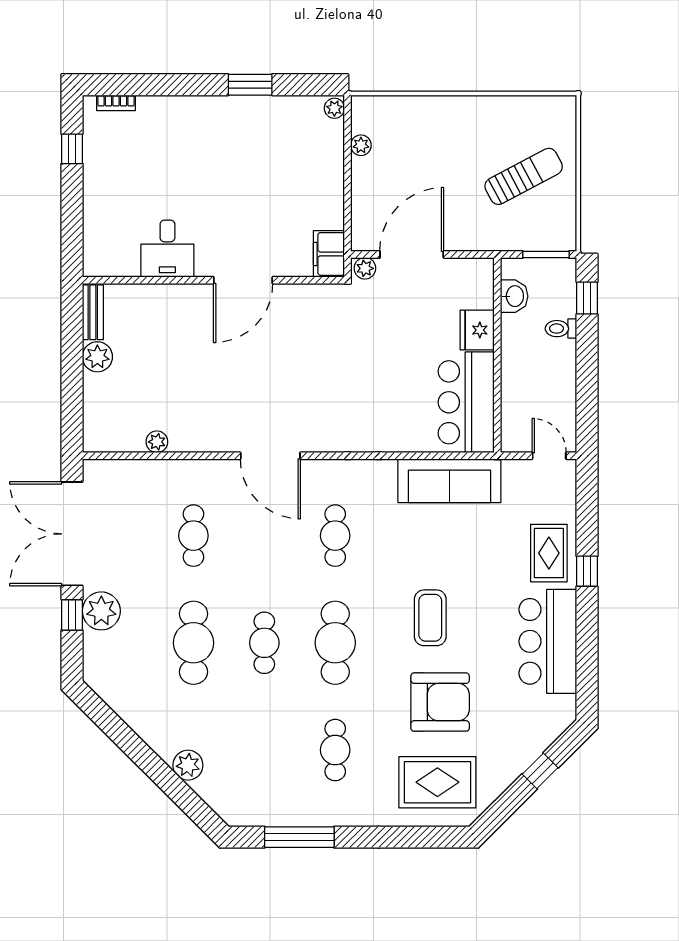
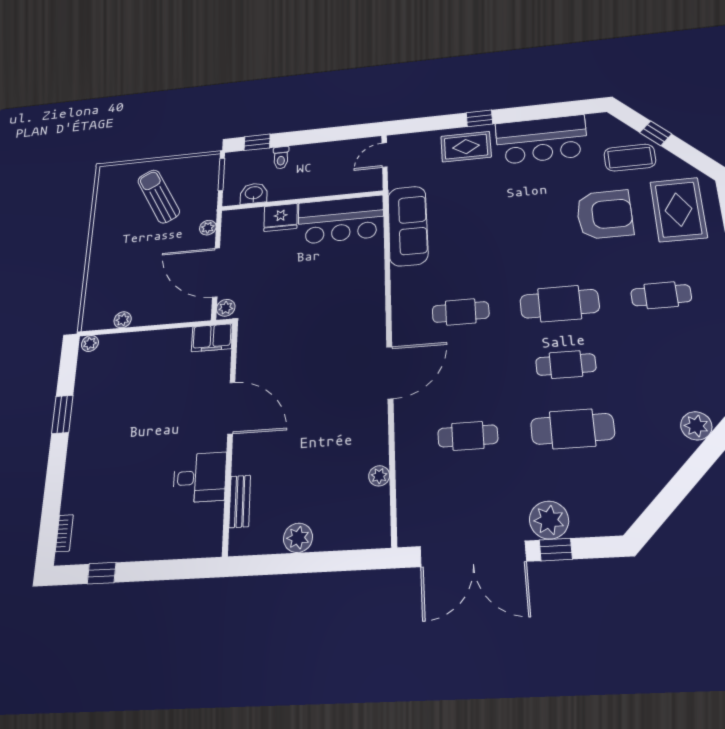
plant: (473, 241) -> (208, 228), added
bench: (93, 312) -> (240, 501), moved, turned 90
coffee table: (430, 618) -> (630, 158), moved
armchair: (440, 702) -> (604, 214), turned 90

